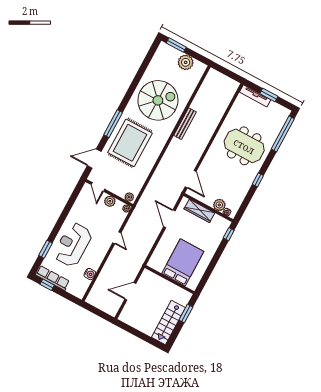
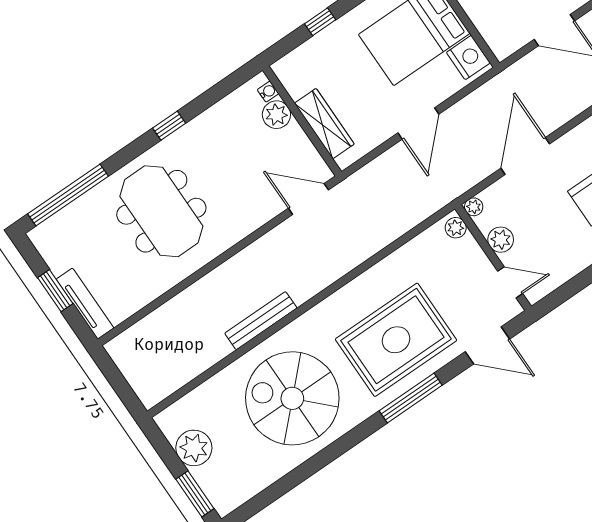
door: (191, 179) -> (308, 199), hinge flipped
door: (98, 187) -> (510, 282), hinge flipped
door: (169, 219) -> (418, 123), moved
window: (229, 234) -> (320, 22), moved
door: (117, 238) -> (525, 156), width x1.87
nightstand: (158, 264) -> (468, 58), added

